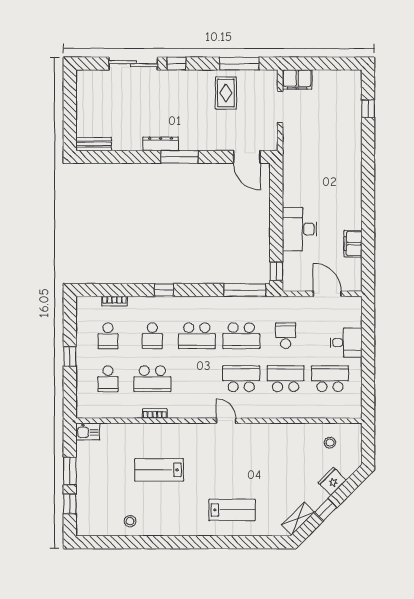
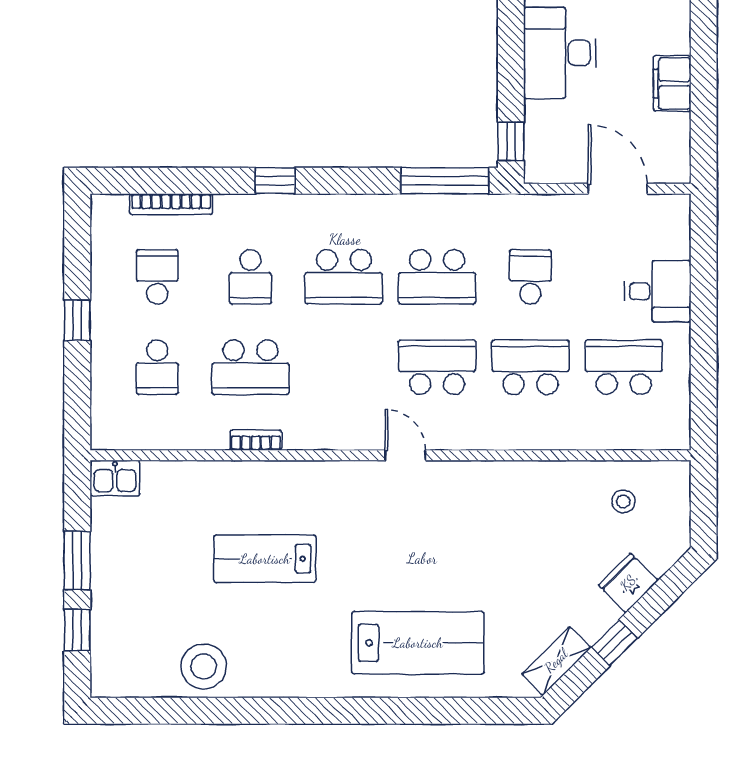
bookcase: (114, 301) -> (171, 204), width x1.56
school desk: (108, 336) -> (157, 277), turned 180
lab bench: (232, 510) -> (418, 643), width x1.36, depth x1.39
stool: (130, 521) -> (204, 666), width x1.89, depth x1.89

